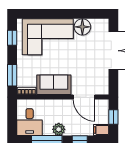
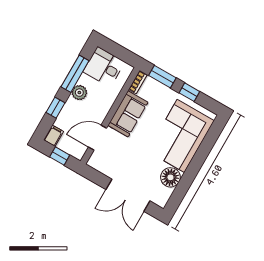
window: (12, 38) -> (189, 92), moved

